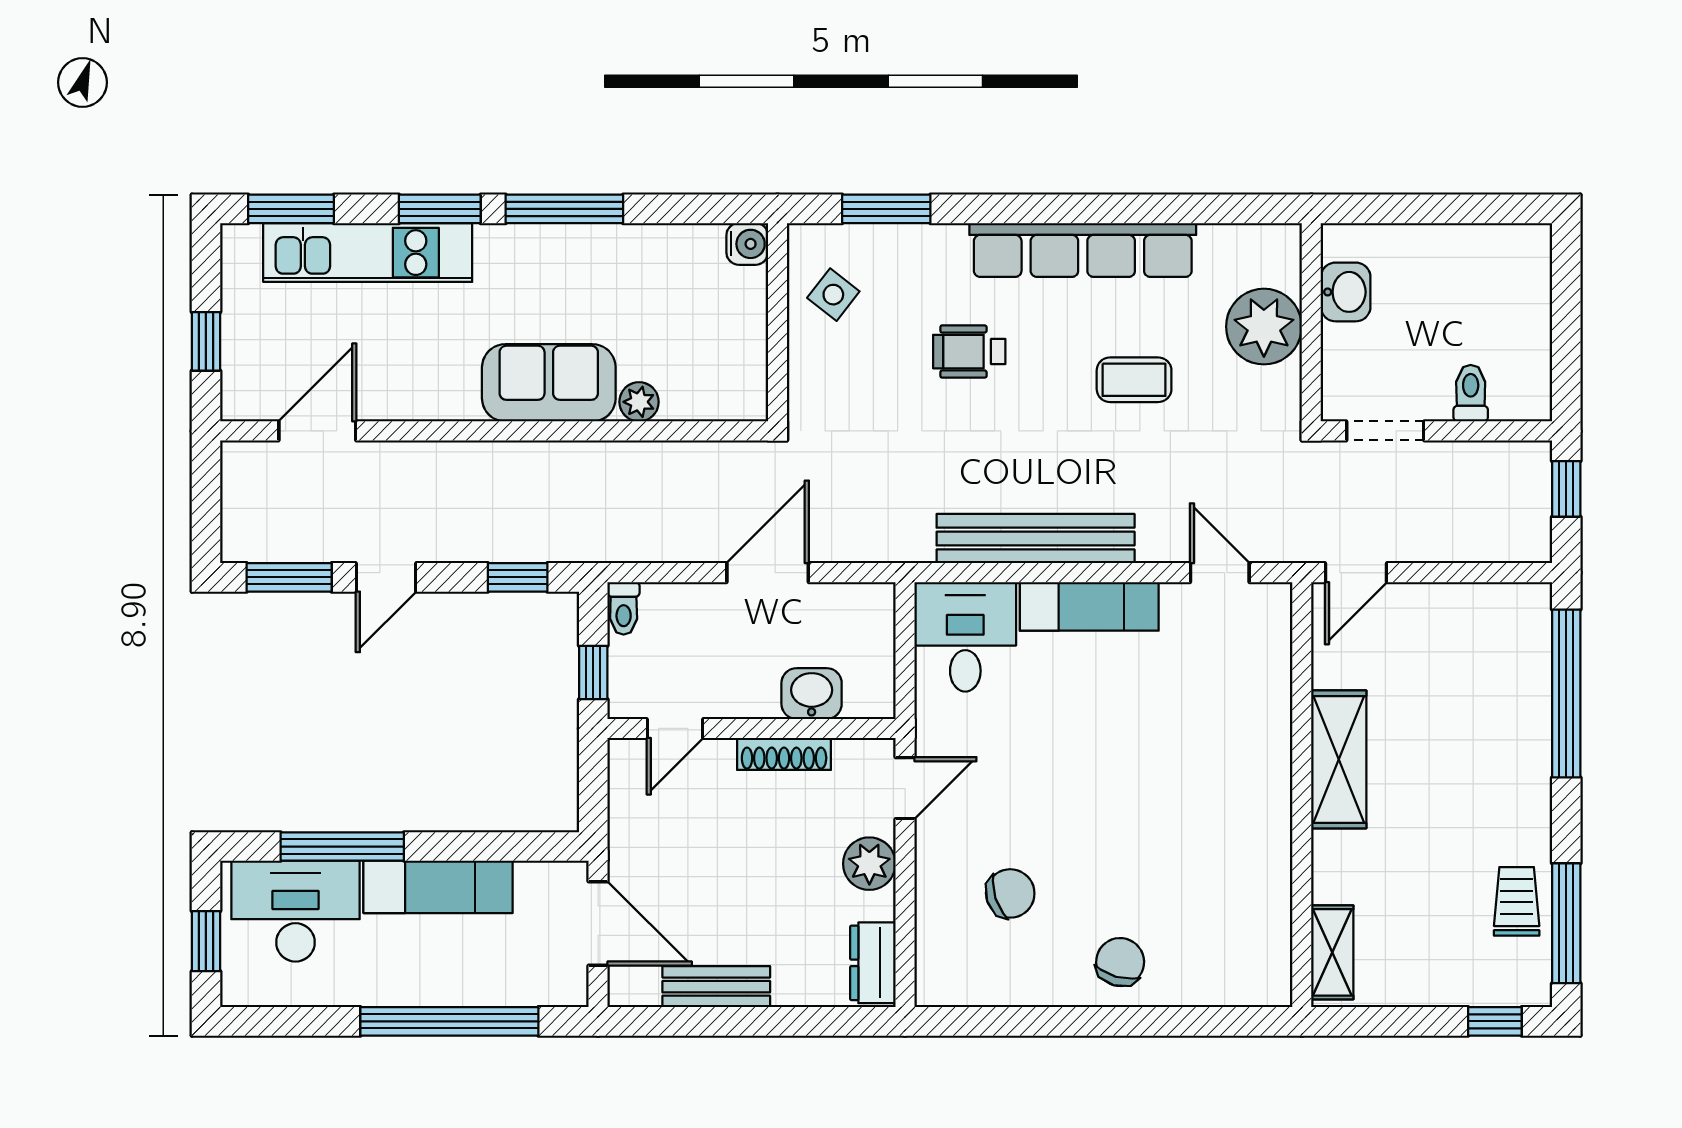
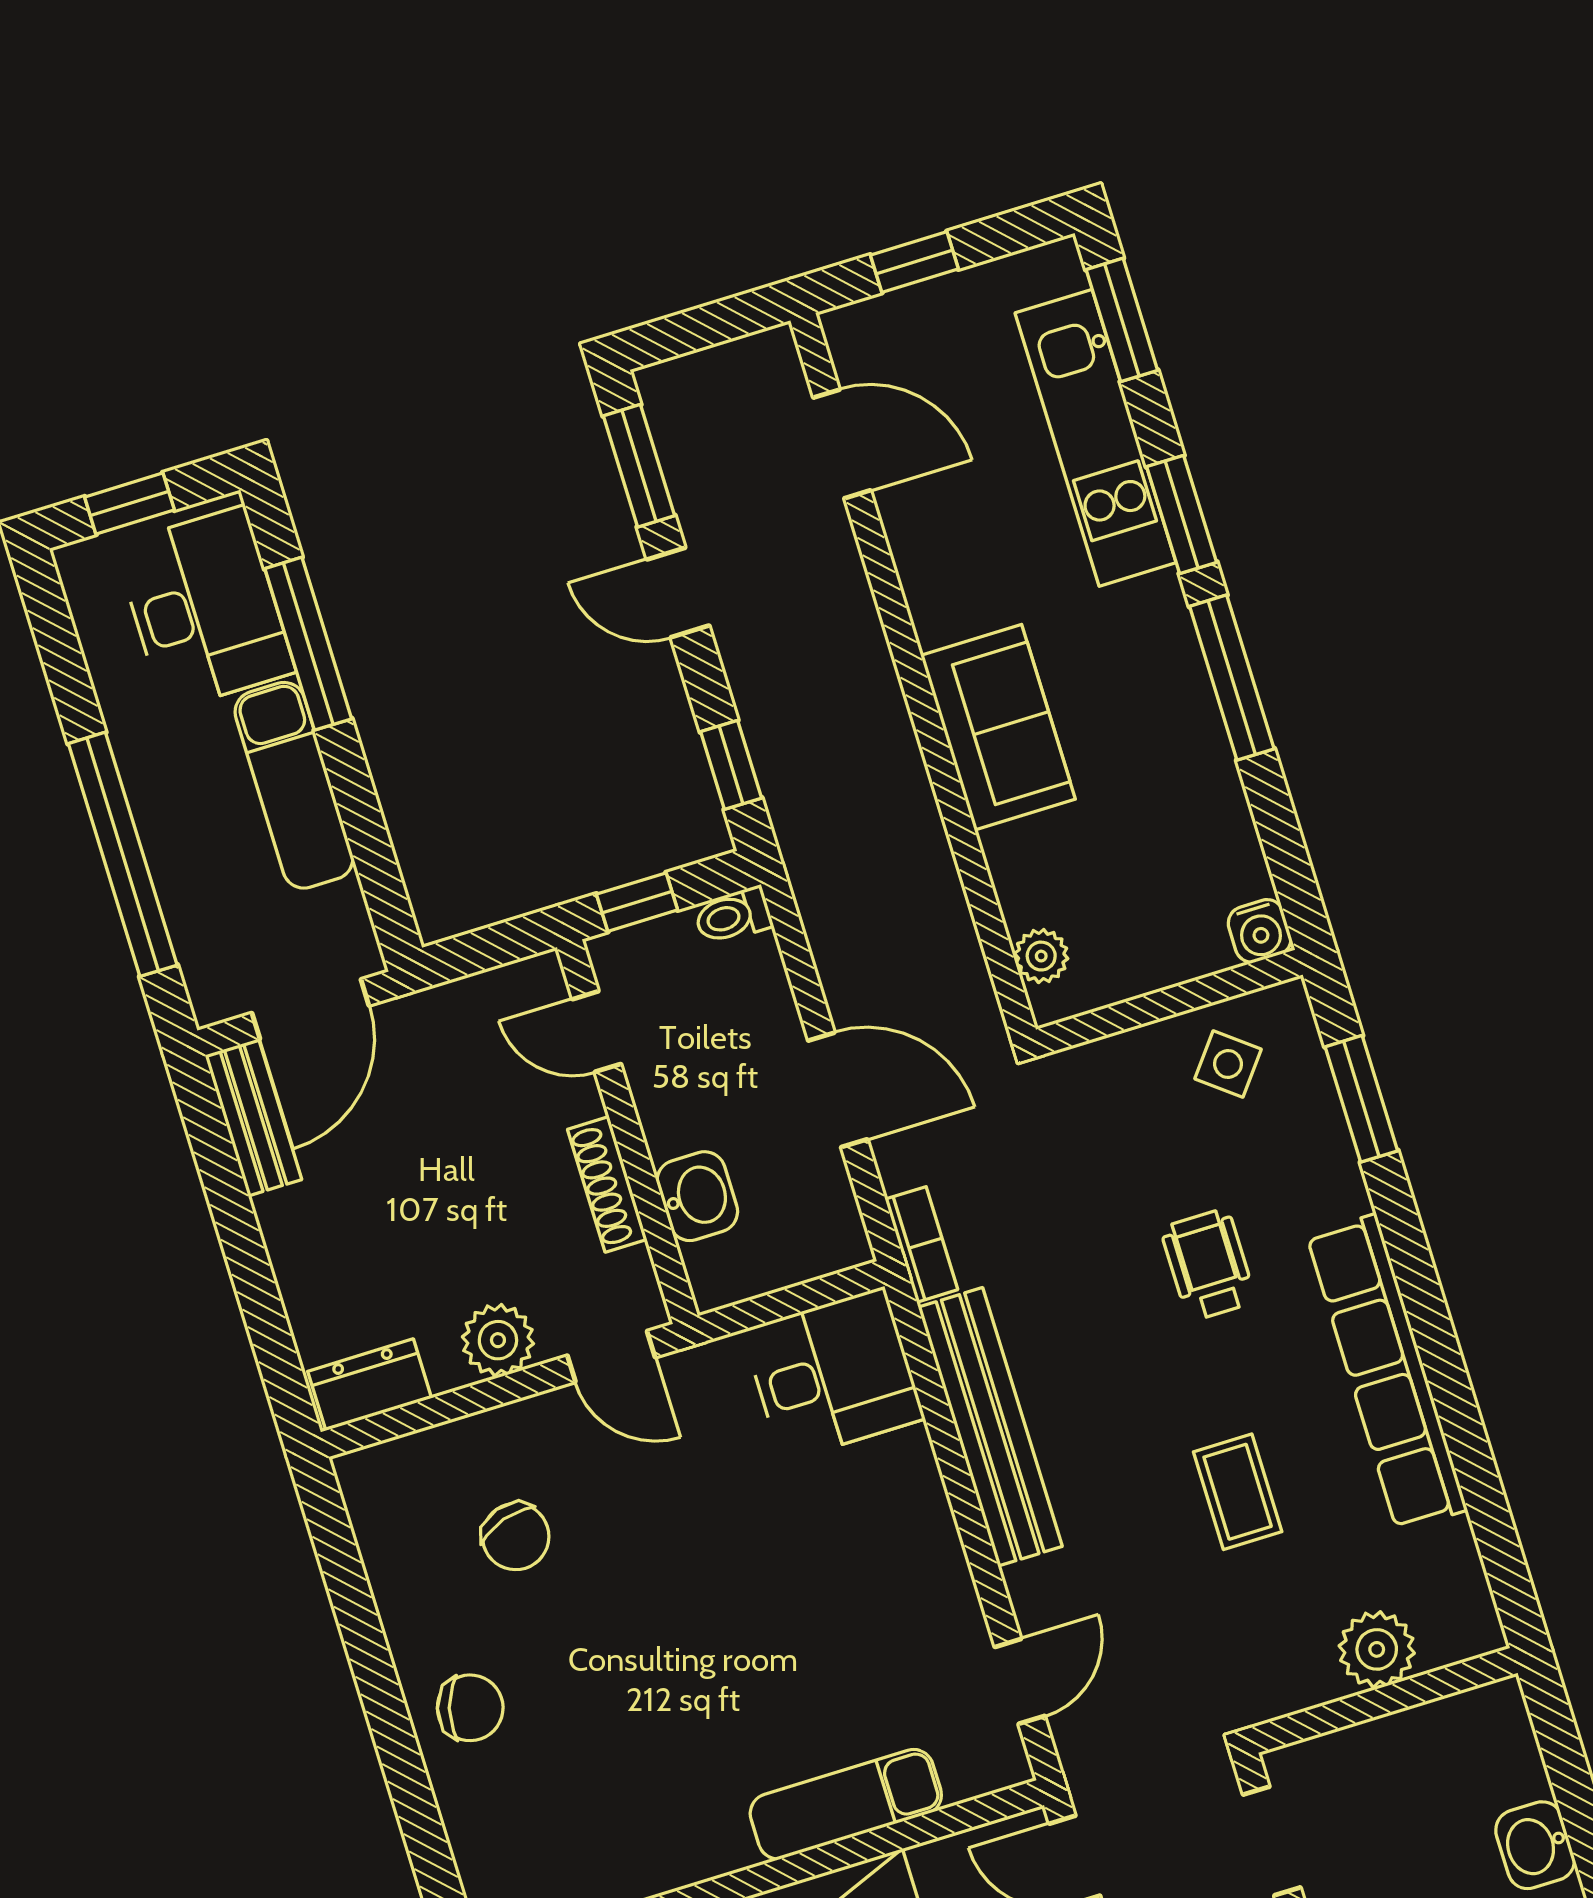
washbasin: (1346, 292) -> (1535, 1845), moved, turned 90
plant: (1264, 327) -> (1377, 1649), width x0.73, depth x0.73
plant: (639, 402) -> (1041, 956), moved
bookcase: (893, 547) -> (921, 1244), added
exam couch: (1089, 606) -> (846, 1804), moved, turned 90
bench: (716, 987) -> (253, 1117), moved

